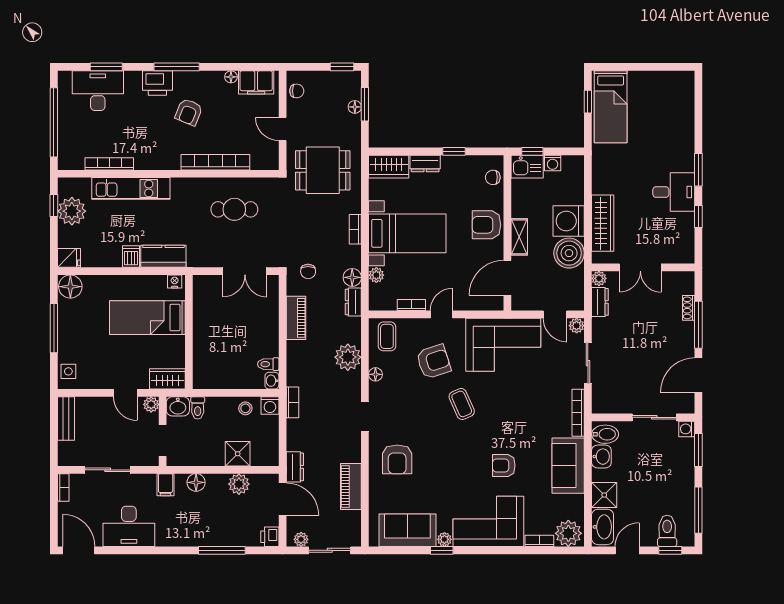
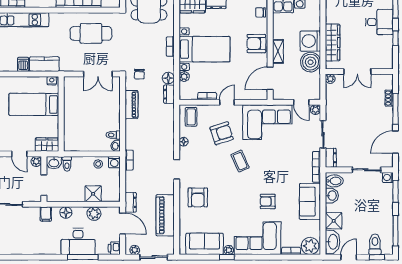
cafe table: (234, 209) -> (91, 33), width x1.37, depth x1.35
dresser: (600, 302) -> (331, 158), moved
plant: (348, 357) -> (165, 130), removed
piano: (351, 486) -> (165, 215), width x1.37, depth x1.33
desk: (129, 526) -> (78, 241), moved

